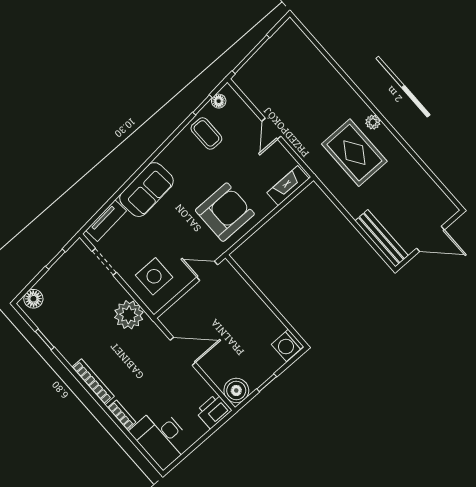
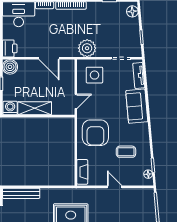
coffee table: (206, 133) -> (126, 152), moved
shelving: (261, 314) -> (35, 108), added
door: (183, 351) -> (49, 58), hinge flipped

